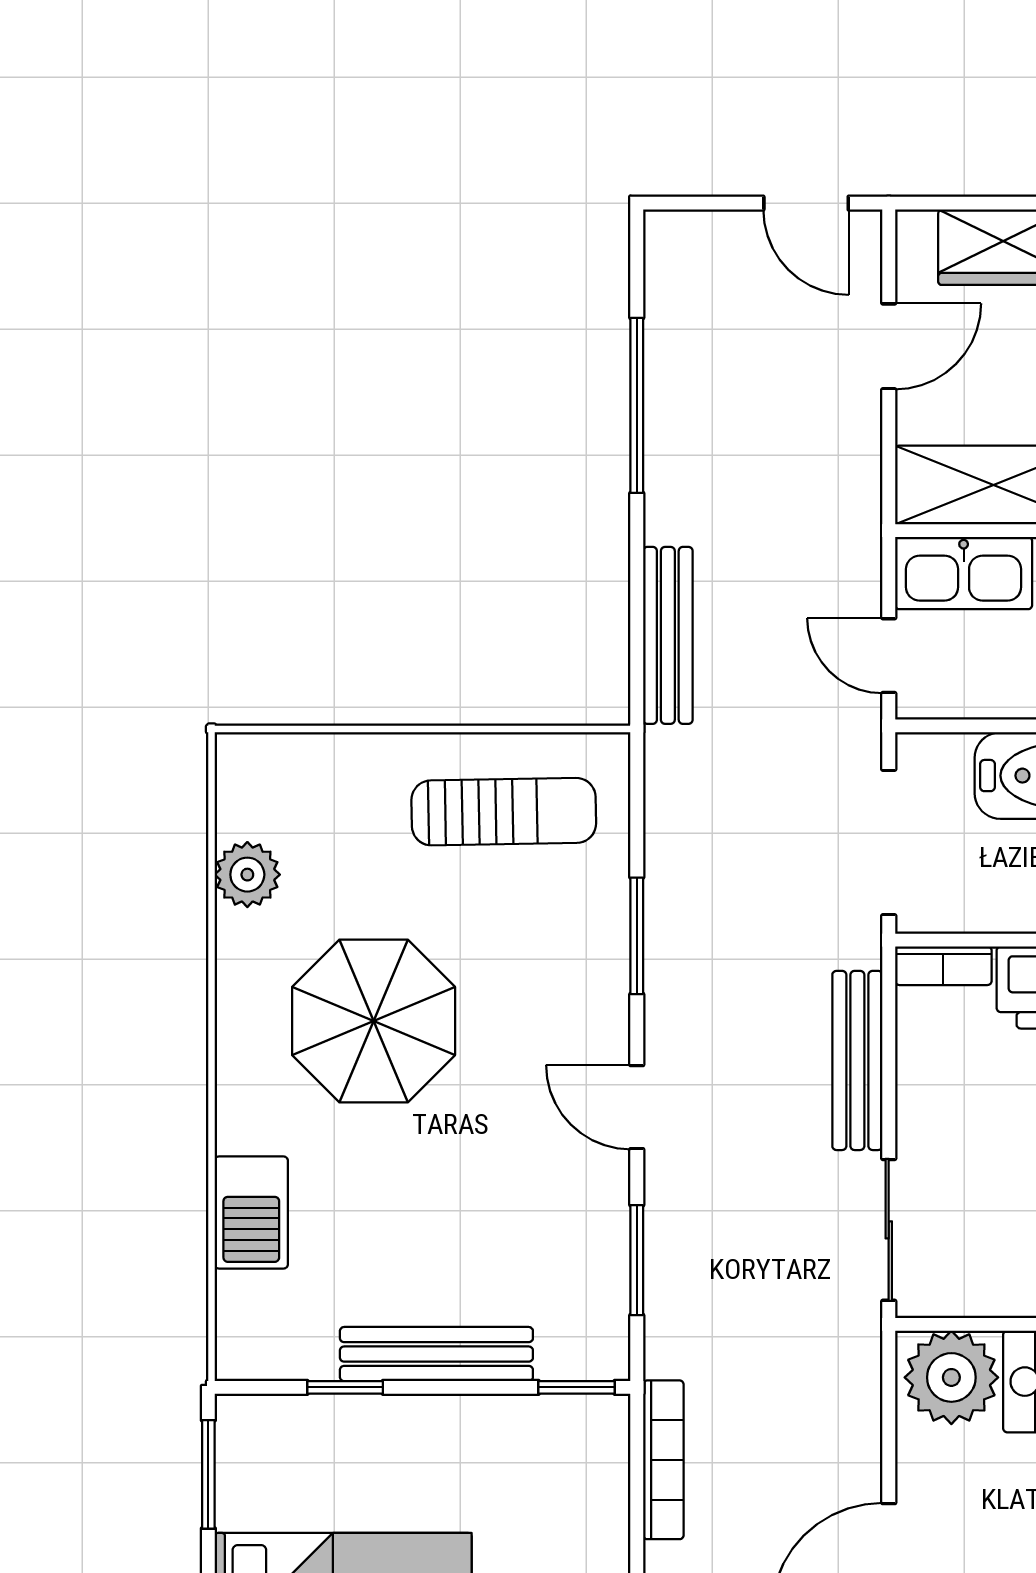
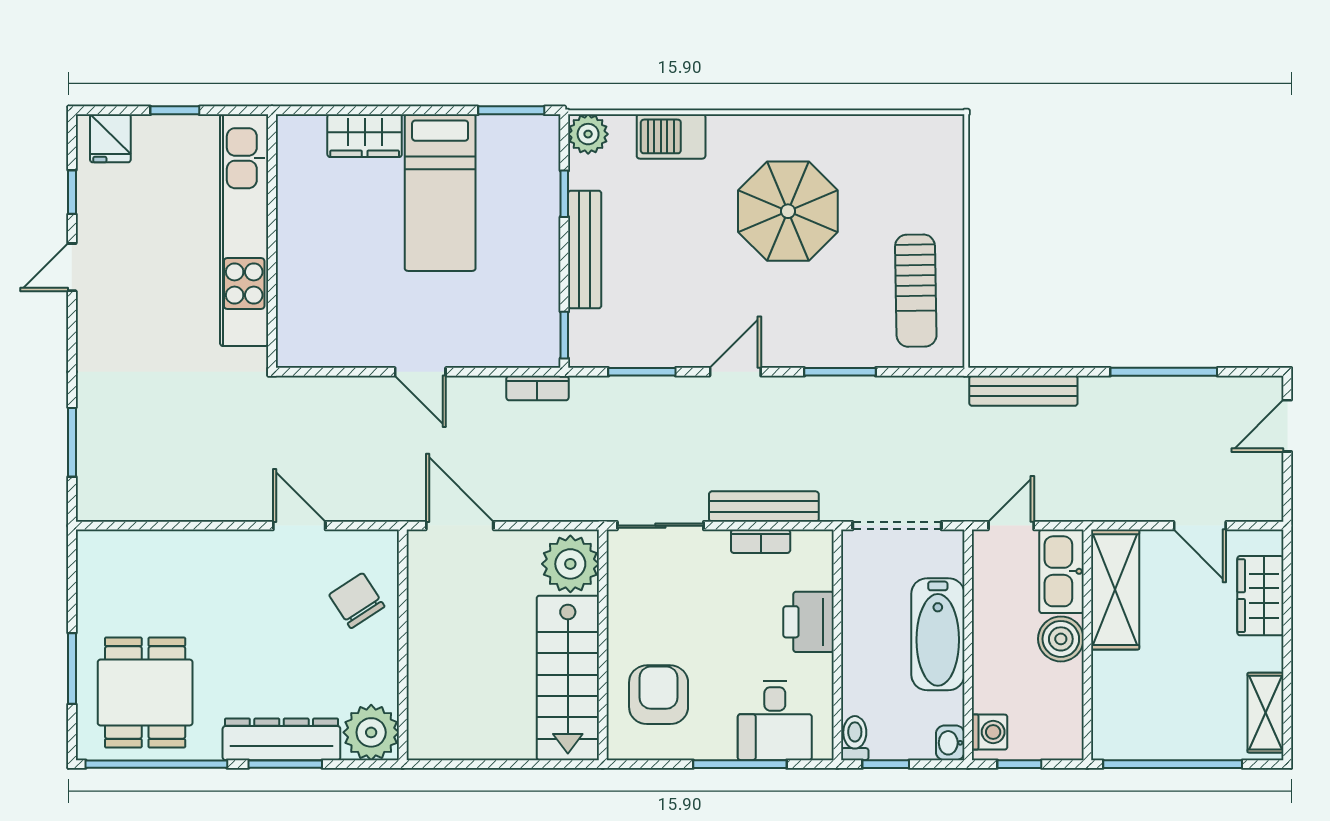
door: (806, 203) -> (1287, 426), moved
plant: (247, 875) -> (588, 134), moved
bookcase: (943, 966) -> (761, 541), moved, turned -90
bookcase: (663, 1460) -> (537, 388), width x0.64

